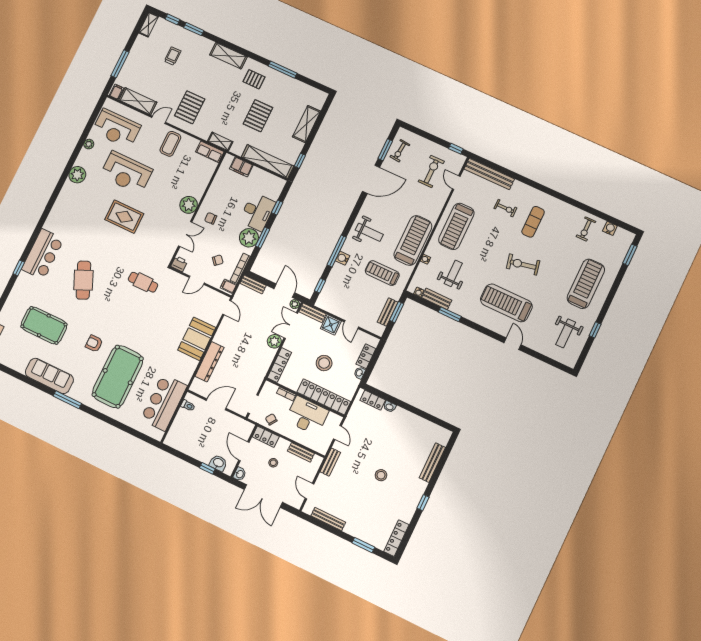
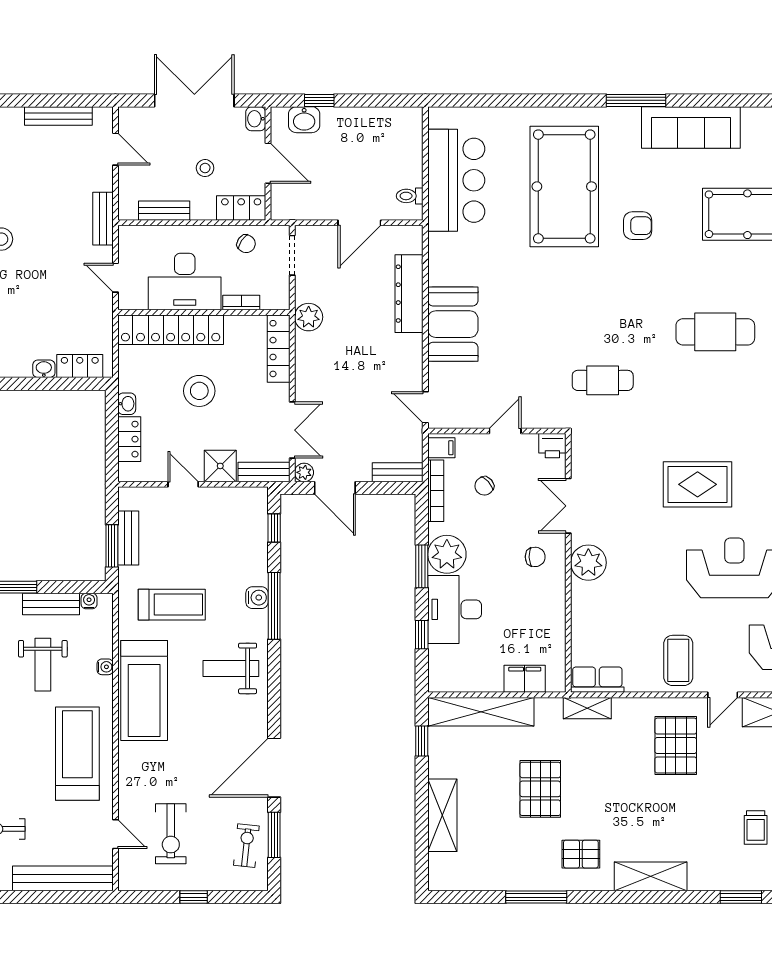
window: (456, 149) -> (194, 897), moved
cafe table: (83, 280) -> (715, 332), turned -66
plant: (274, 341) -> (309, 317), moved

